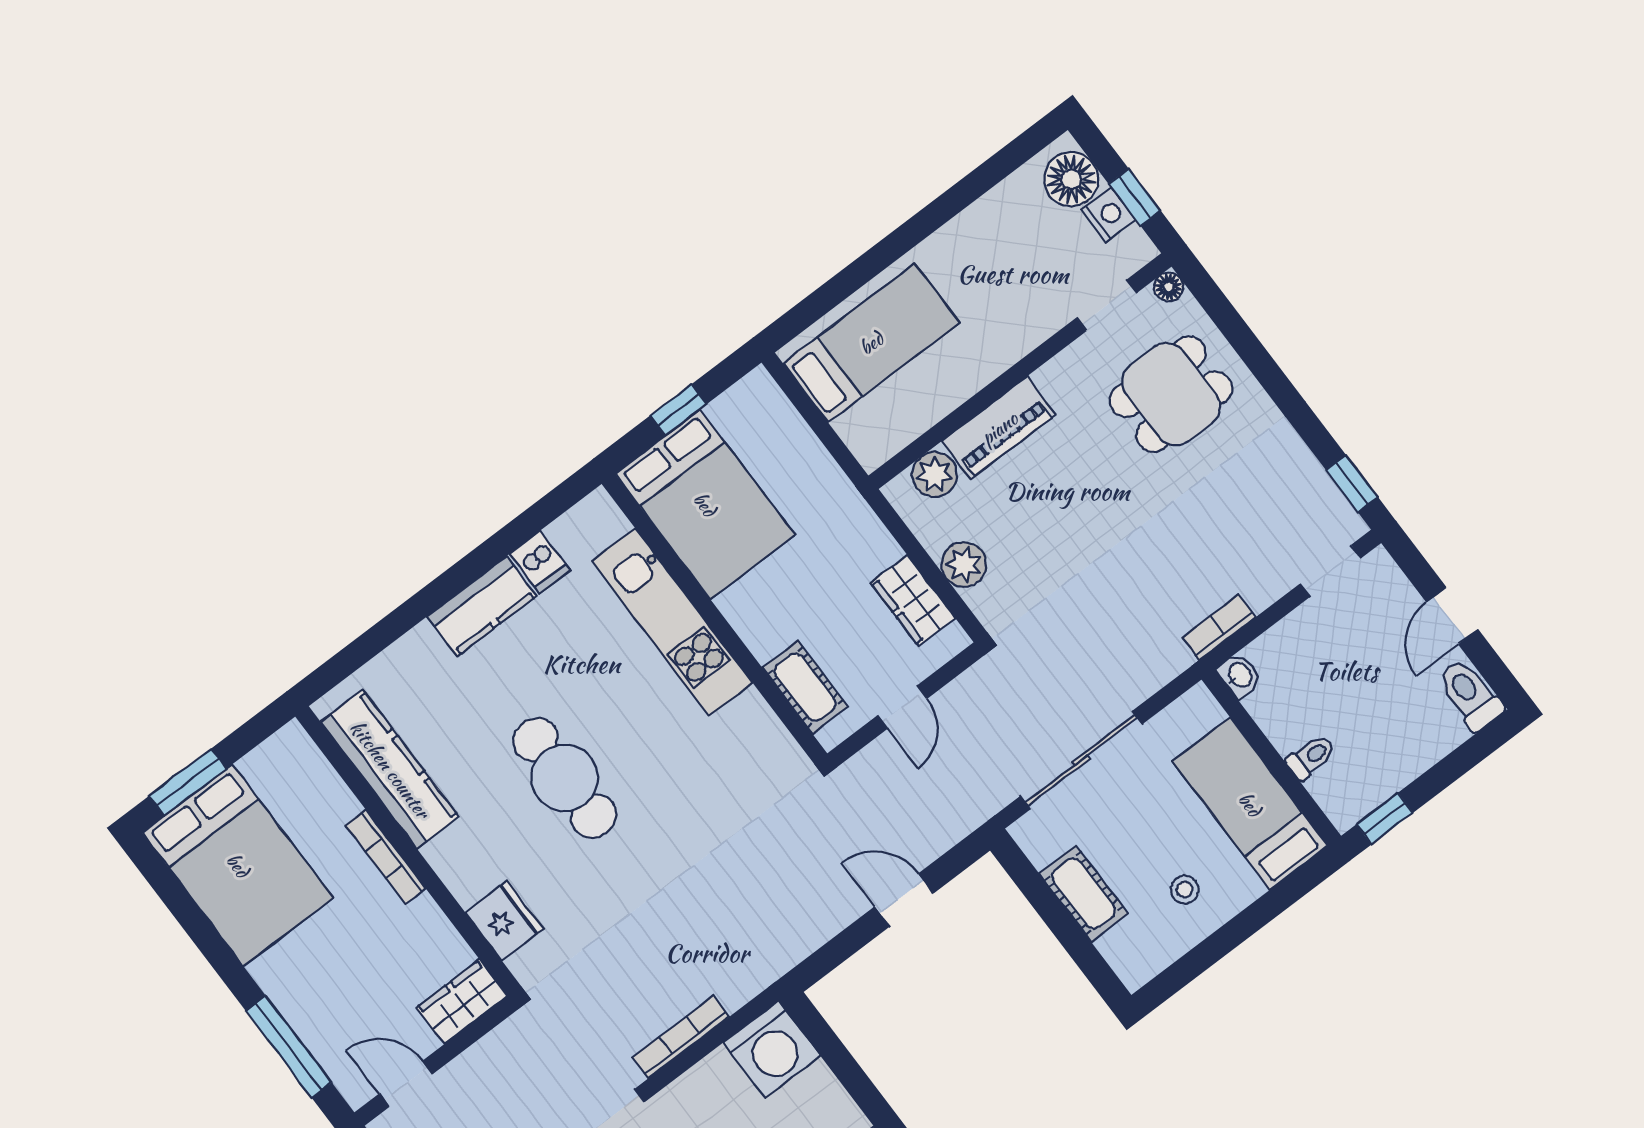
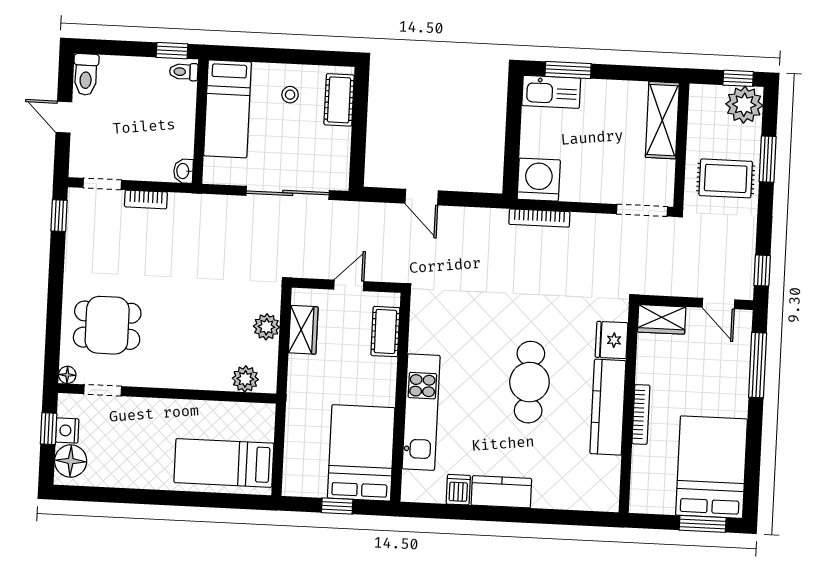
piano: (999, 428) -> (198, 376), removed
door: (1452, 616) -> (64, 117), swing flipped
bookcase: (1219, 627) -> (146, 199), moved
toilet: (1311, 757) -> (184, 72), moved
kitchen counter: (390, 769) -> (608, 407), moved
cot: (1084, 893) -> (339, 100), moved
bookcase: (681, 1037) -> (539, 218), moved

